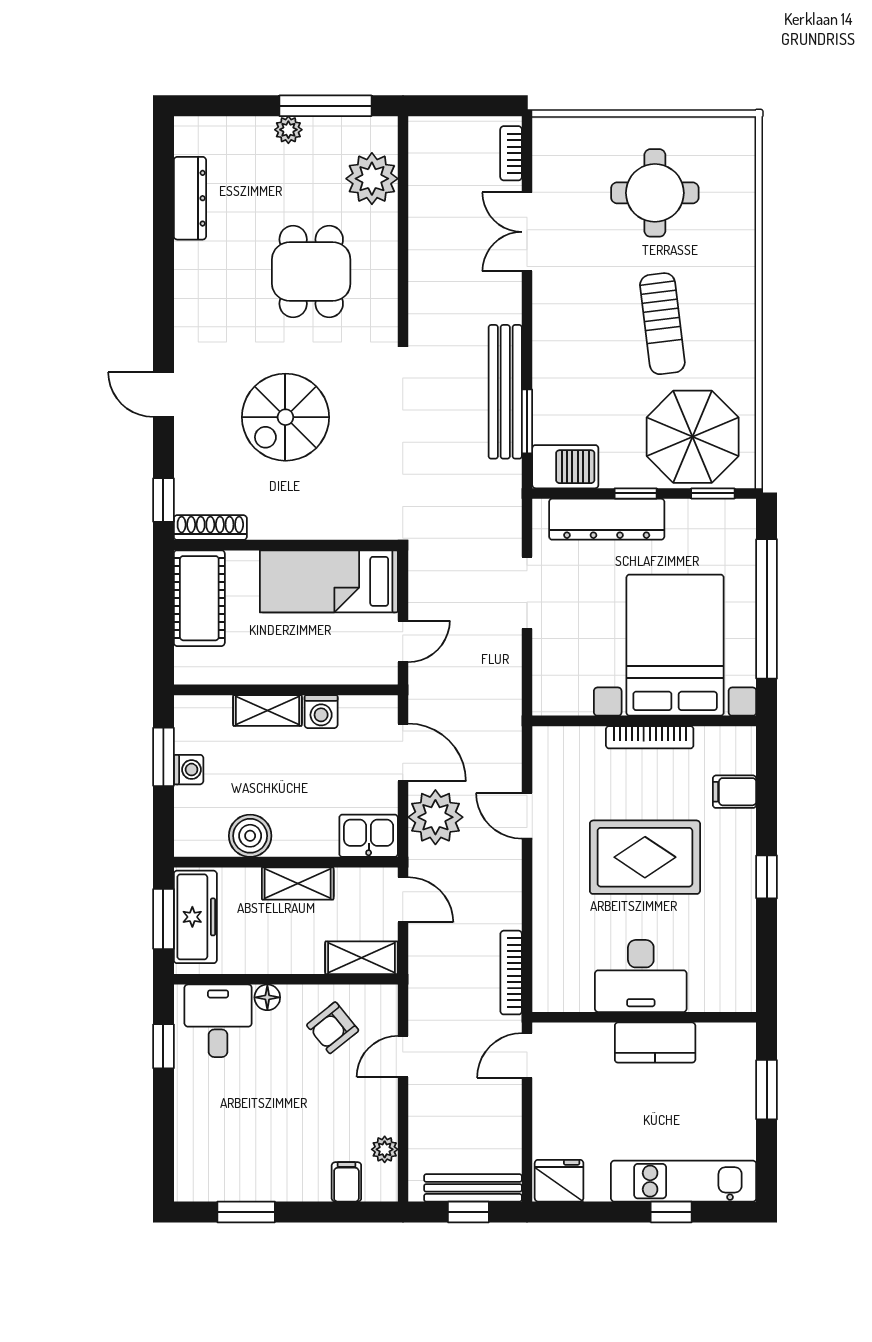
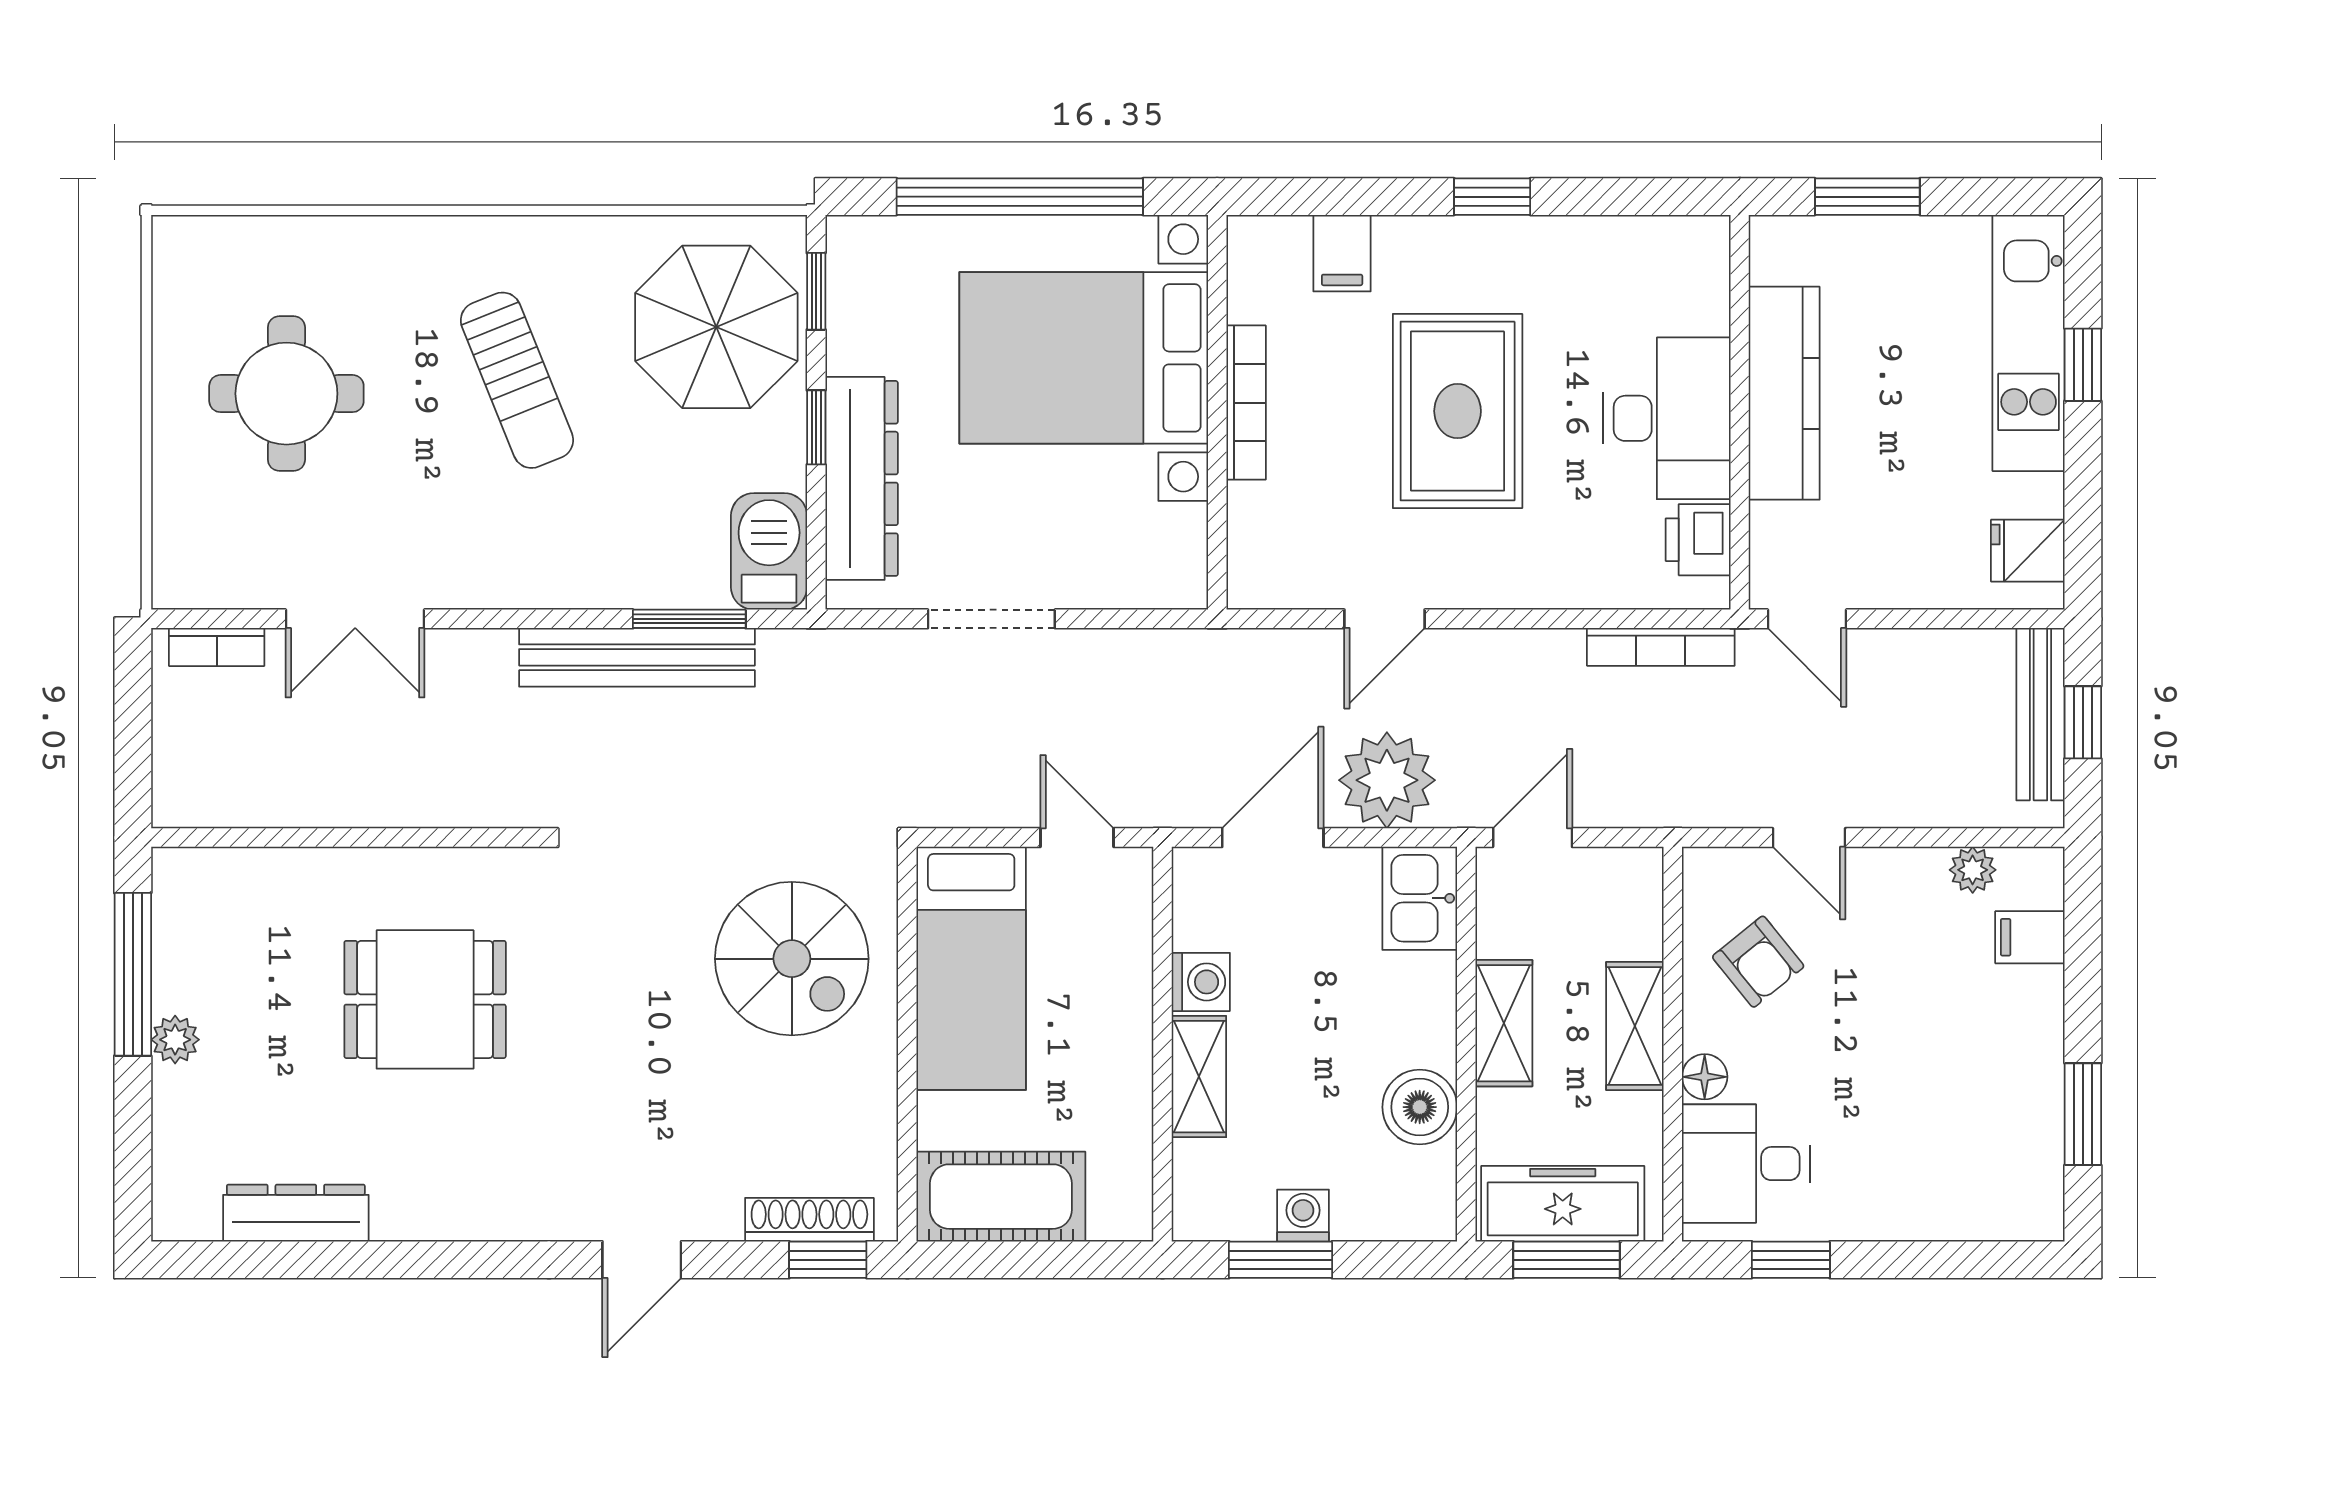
plant: (372, 179) -> (261, 892), removed
sun lounger: (662, 324) -> (517, 380), turned 75
spiral stairs: (285, 417) -> (792, 959), moved
shoe rack: (210, 528) -> (809, 1220), moved, turned 90
shelving: (361, 958) -> (1635, 1026), moved
printer: (572, 994) -> (1698, 540), added
kitchen counter: (655, 1043) -> (1784, 393), width x1.50
fridge: (559, 1181) -> (2028, 551), width x0.72

